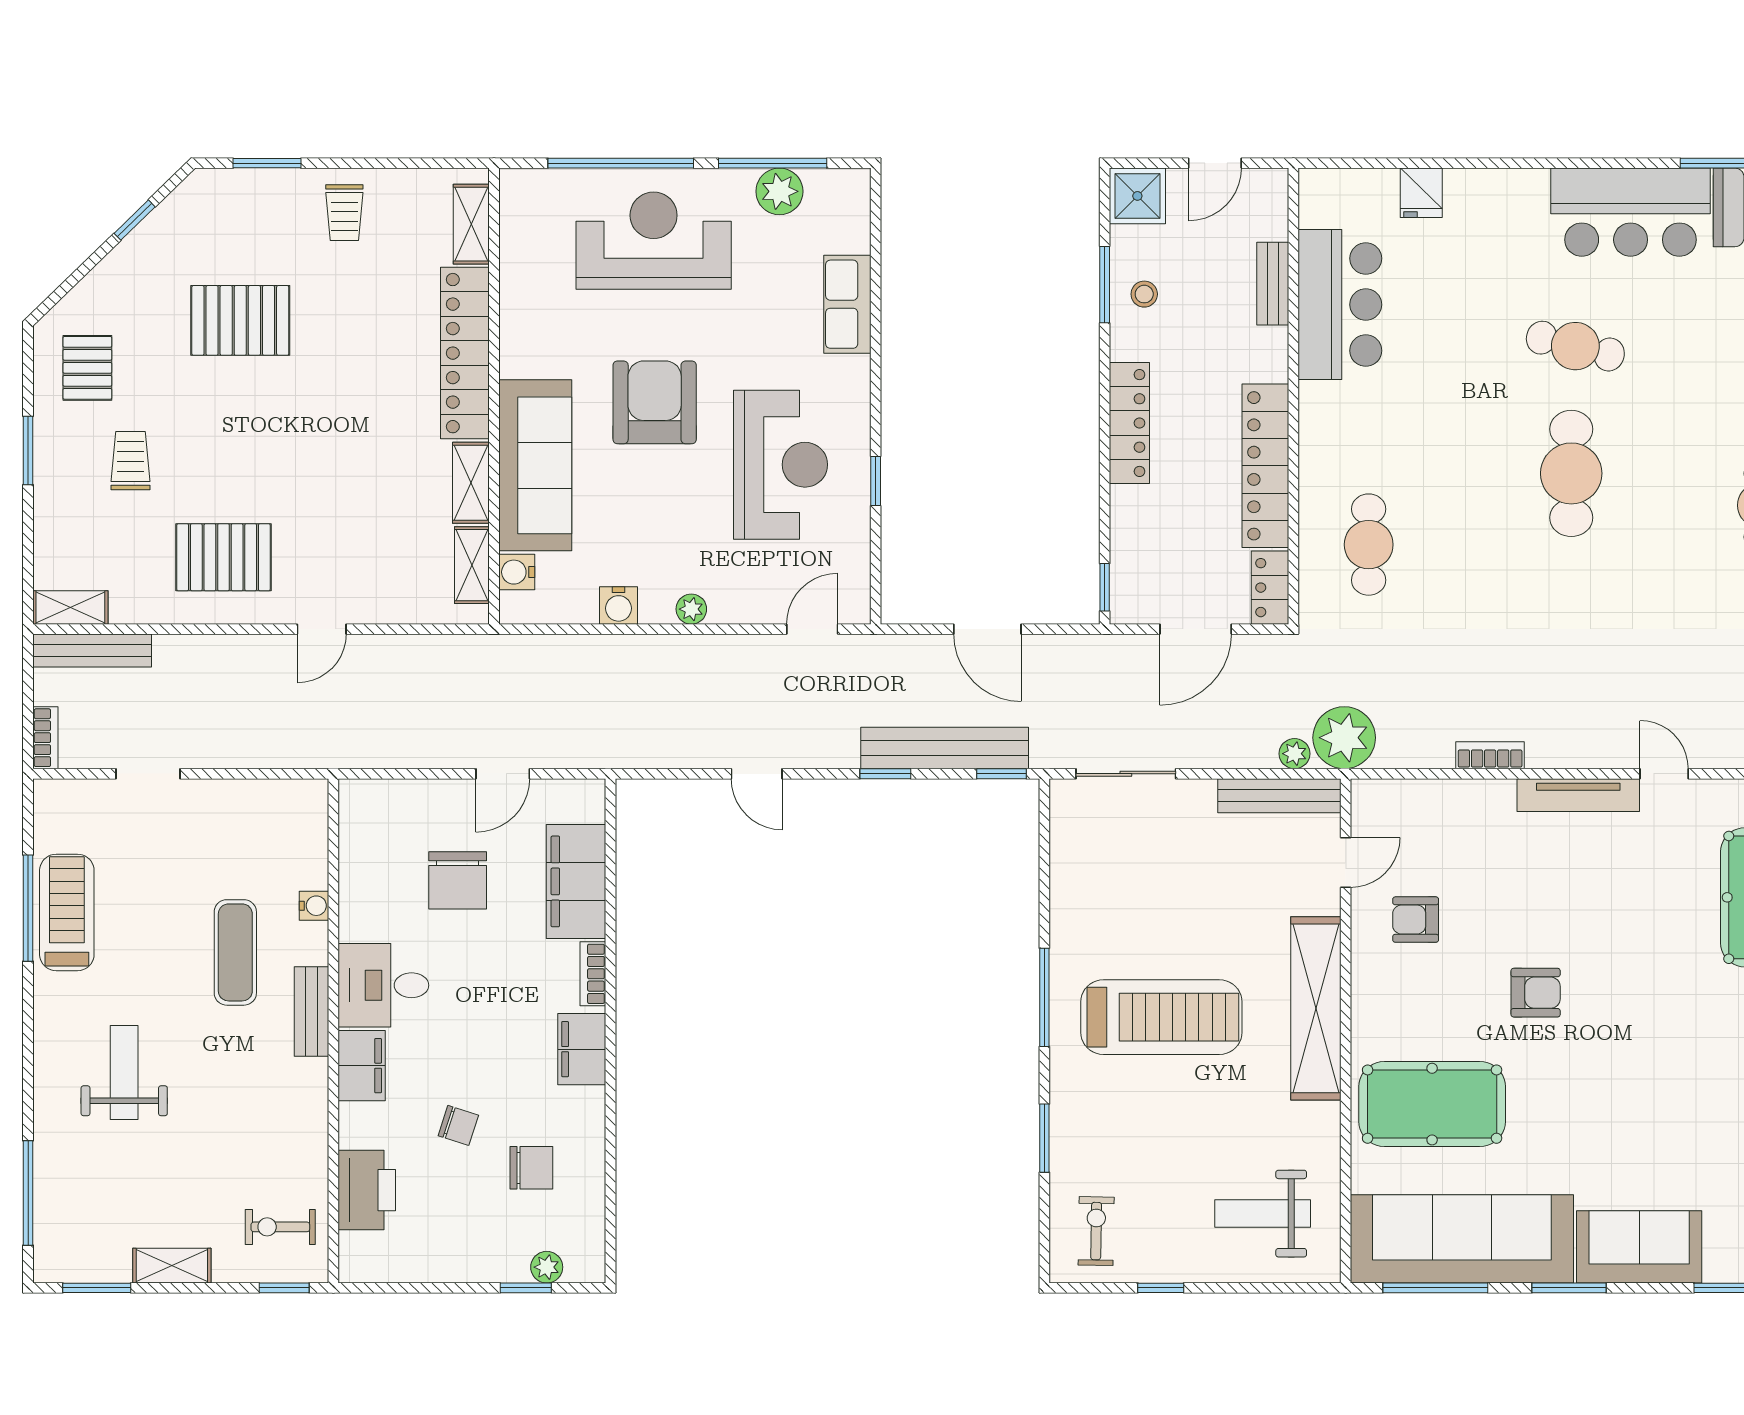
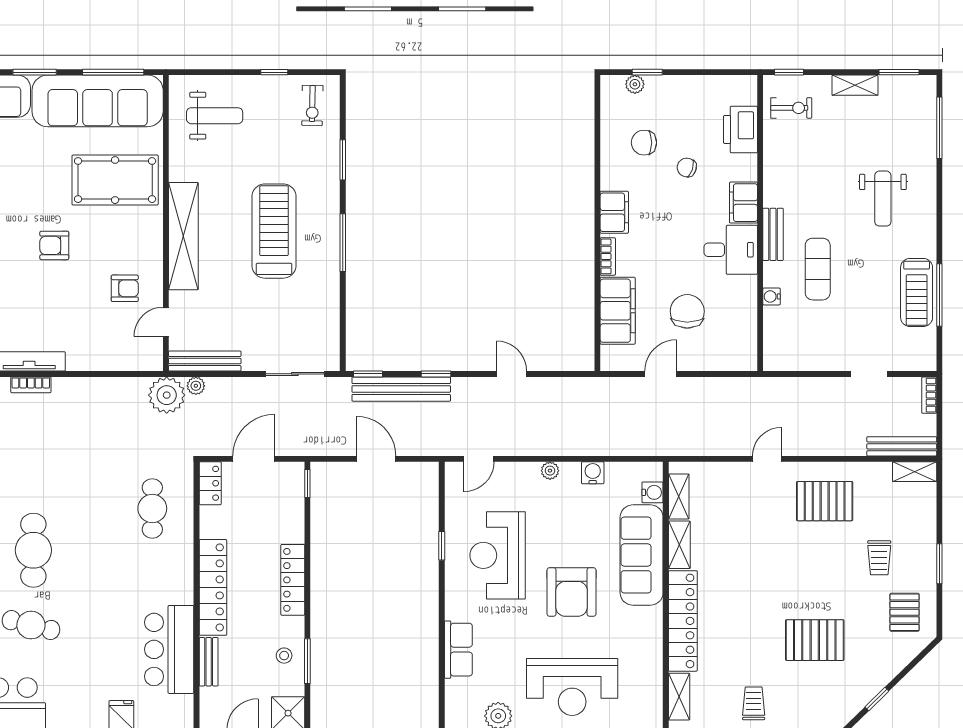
locker: (1265, 466) -> (213, 587), moved
bookcase: (1490, 755) -> (31, 385), moved
treadmill: (1161, 1017) -> (274, 231), turned 90

